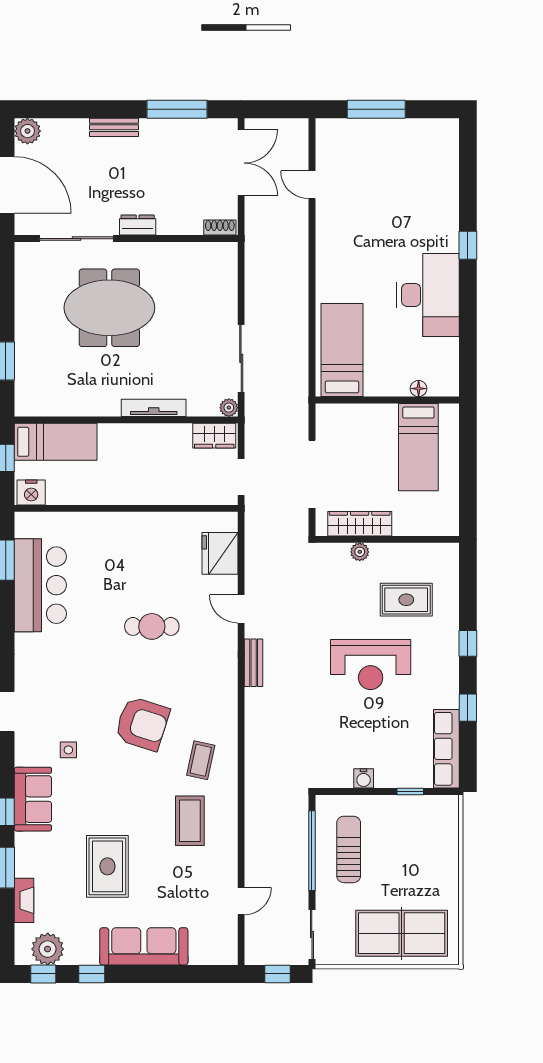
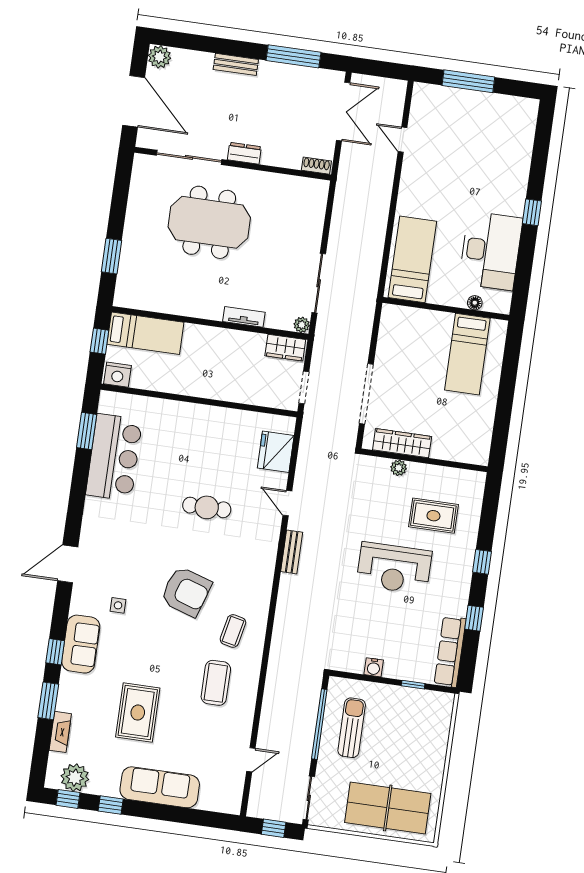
bed: (342, 350) -> (412, 259), moved
floor lamp: (419, 389) -> (475, 303), moved
wall: (387, 400) -> (446, 309), moved
tv unit: (154, 408) -> (244, 317), width x0.71
bed: (418, 447) -> (467, 354), moved

